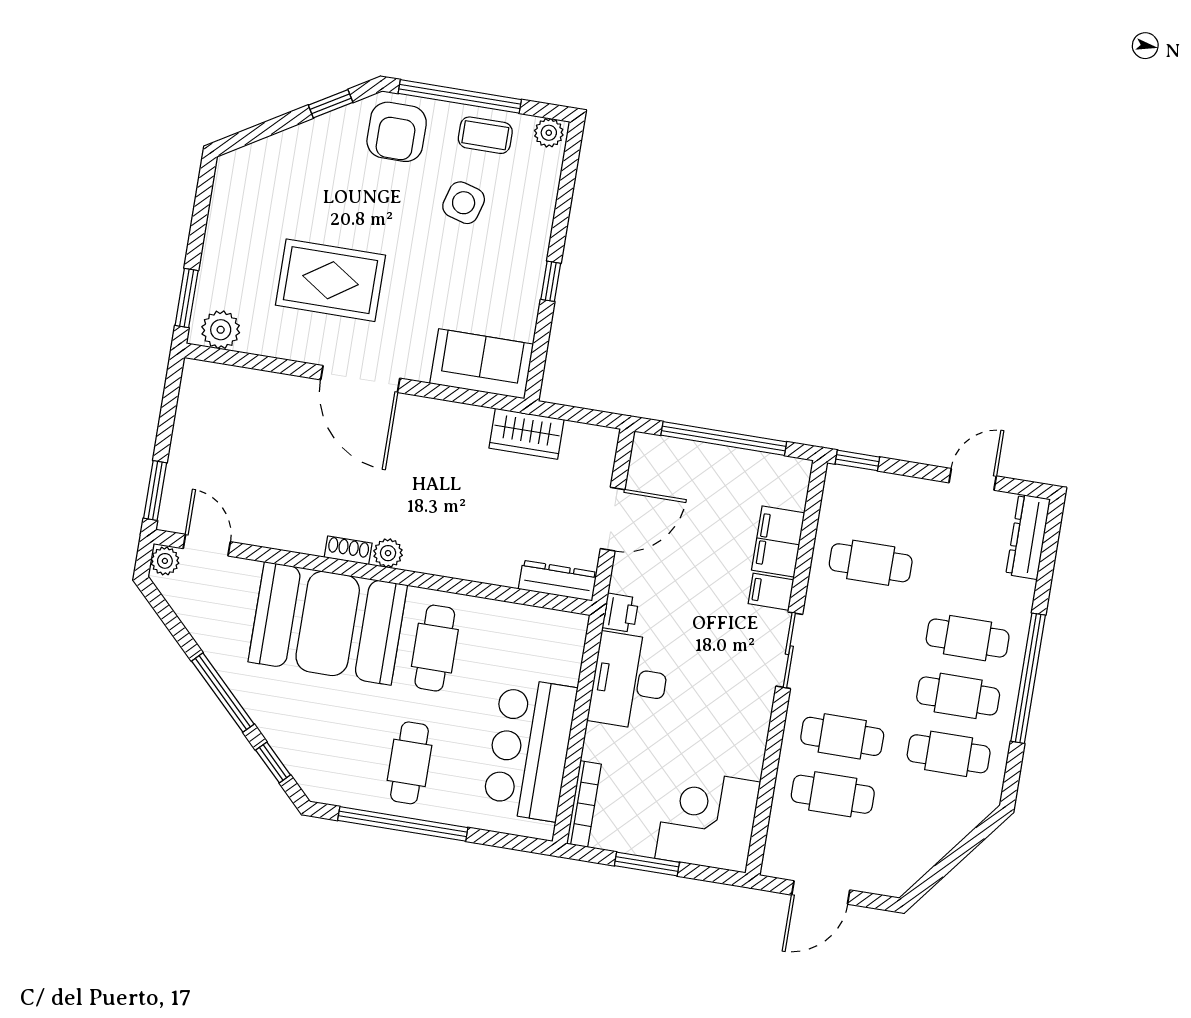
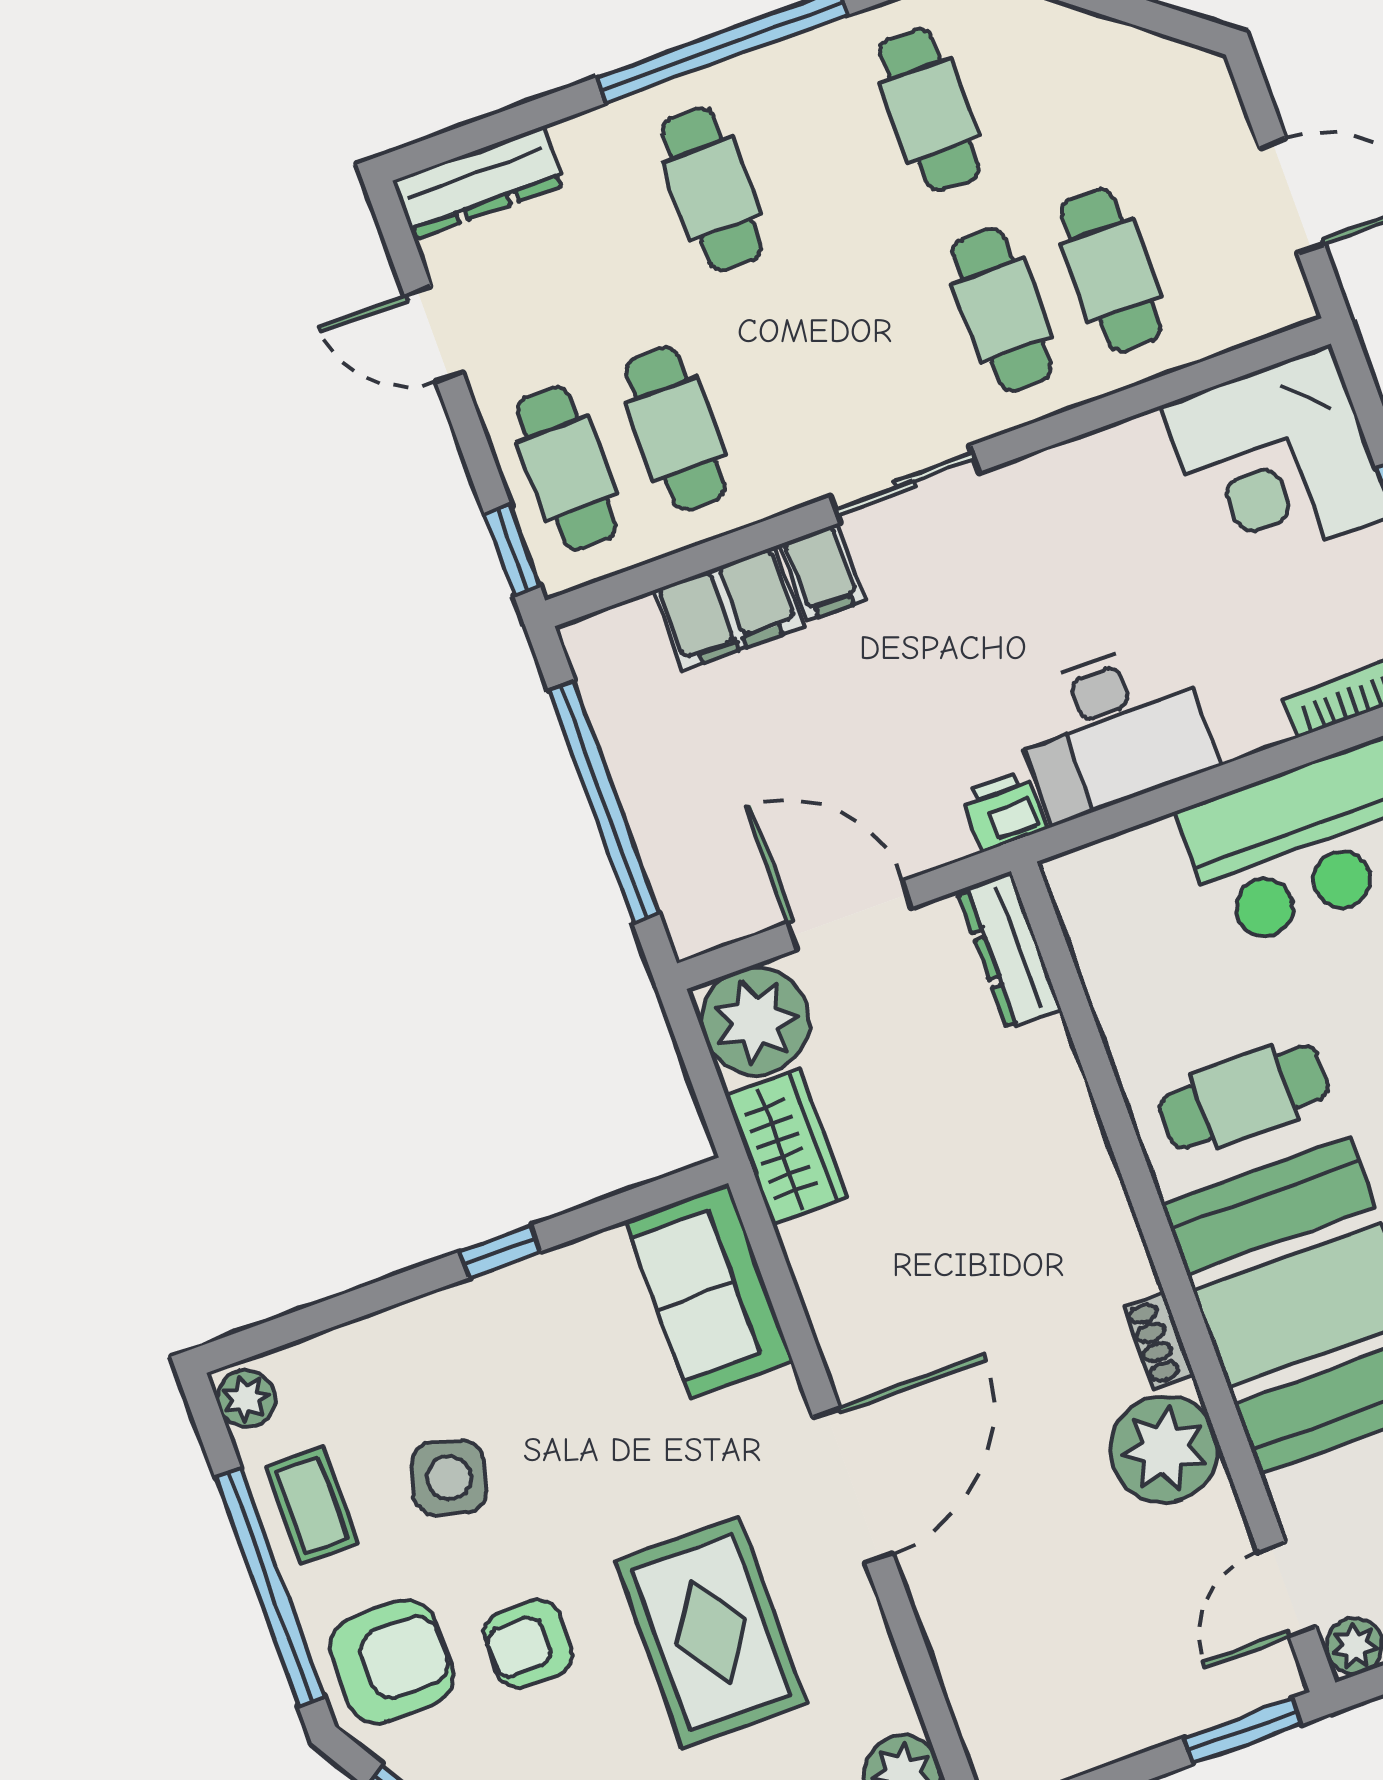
armchair: (371, 197) -> (528, 1644), added
plant: (589, 451) -> (755, 1021), added
plant: (388, 553) -> (1164, 1449), moved, width x1.88, depth x1.88
cafe table: (958, 696) -> (567, 468), moved

